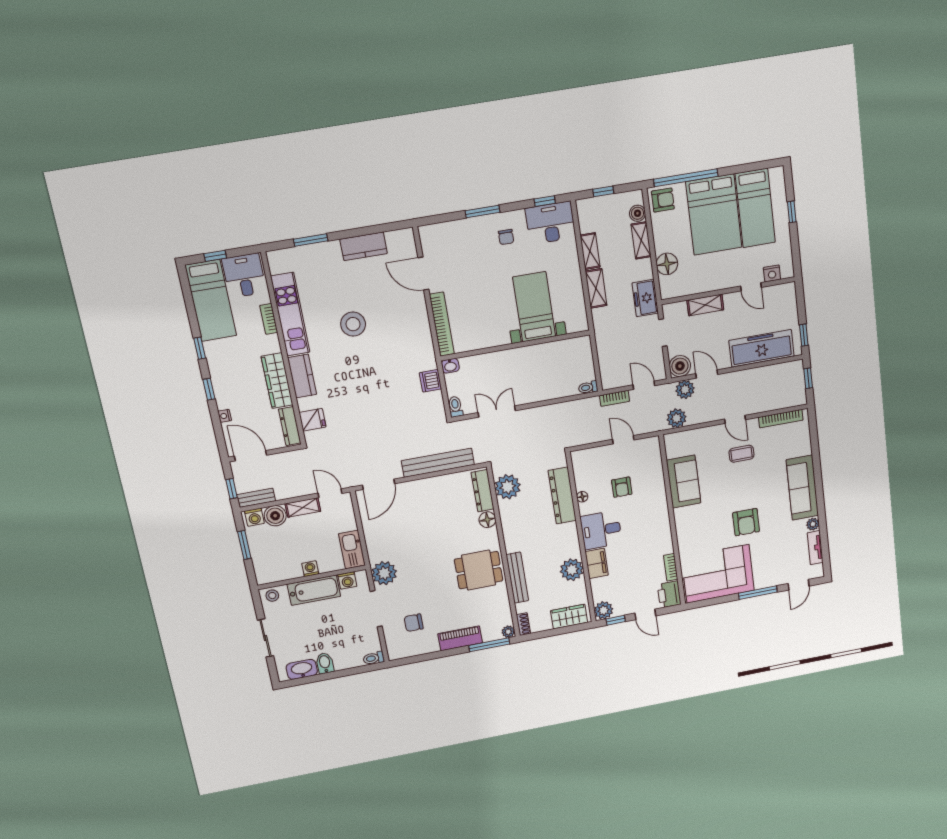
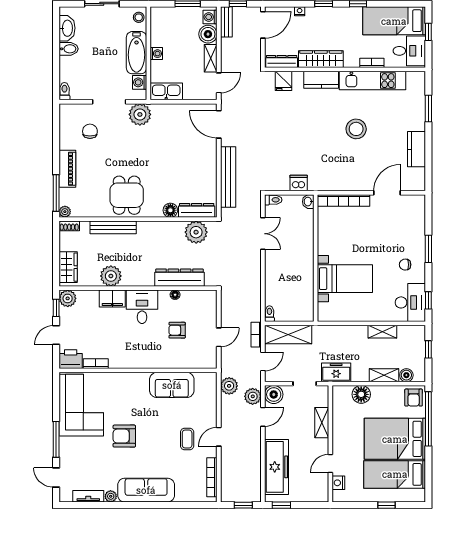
shelving: (596, 288) -> (288, 335), moved, width x1.50, depth x1.33

